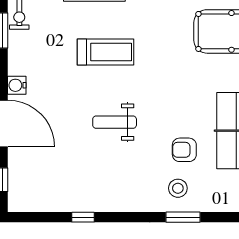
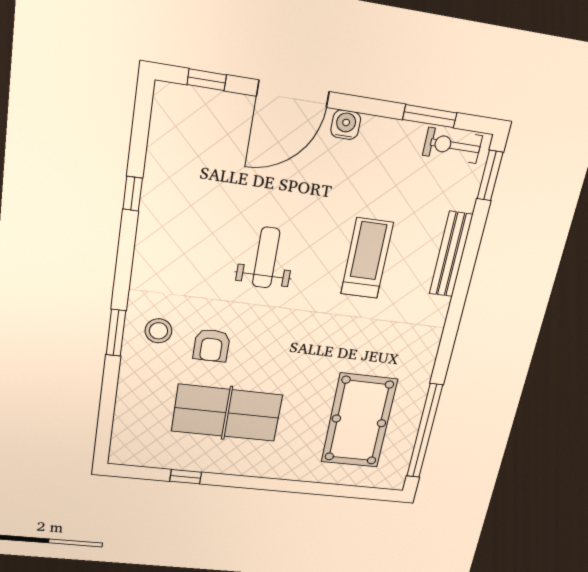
treadmill: (105, 52) -> (367, 258), turned 180
armchair: (184, 150) -> (212, 345), turned 180

